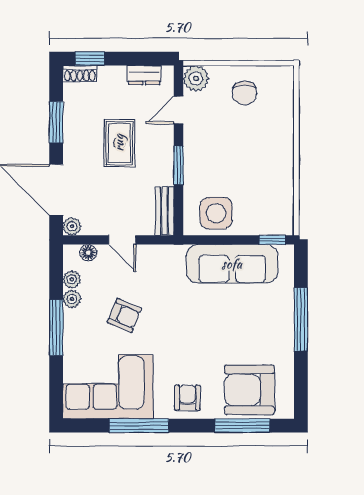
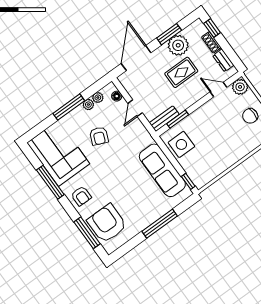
shoe rack: (80, 74) -> (211, 42), moved
window: (178, 165) -> (178, 119), moved
plant: (72, 226) -> (178, 45), moved, width x1.88, depth x1.88
armchair: (187, 398) -> (81, 196), turned 90

